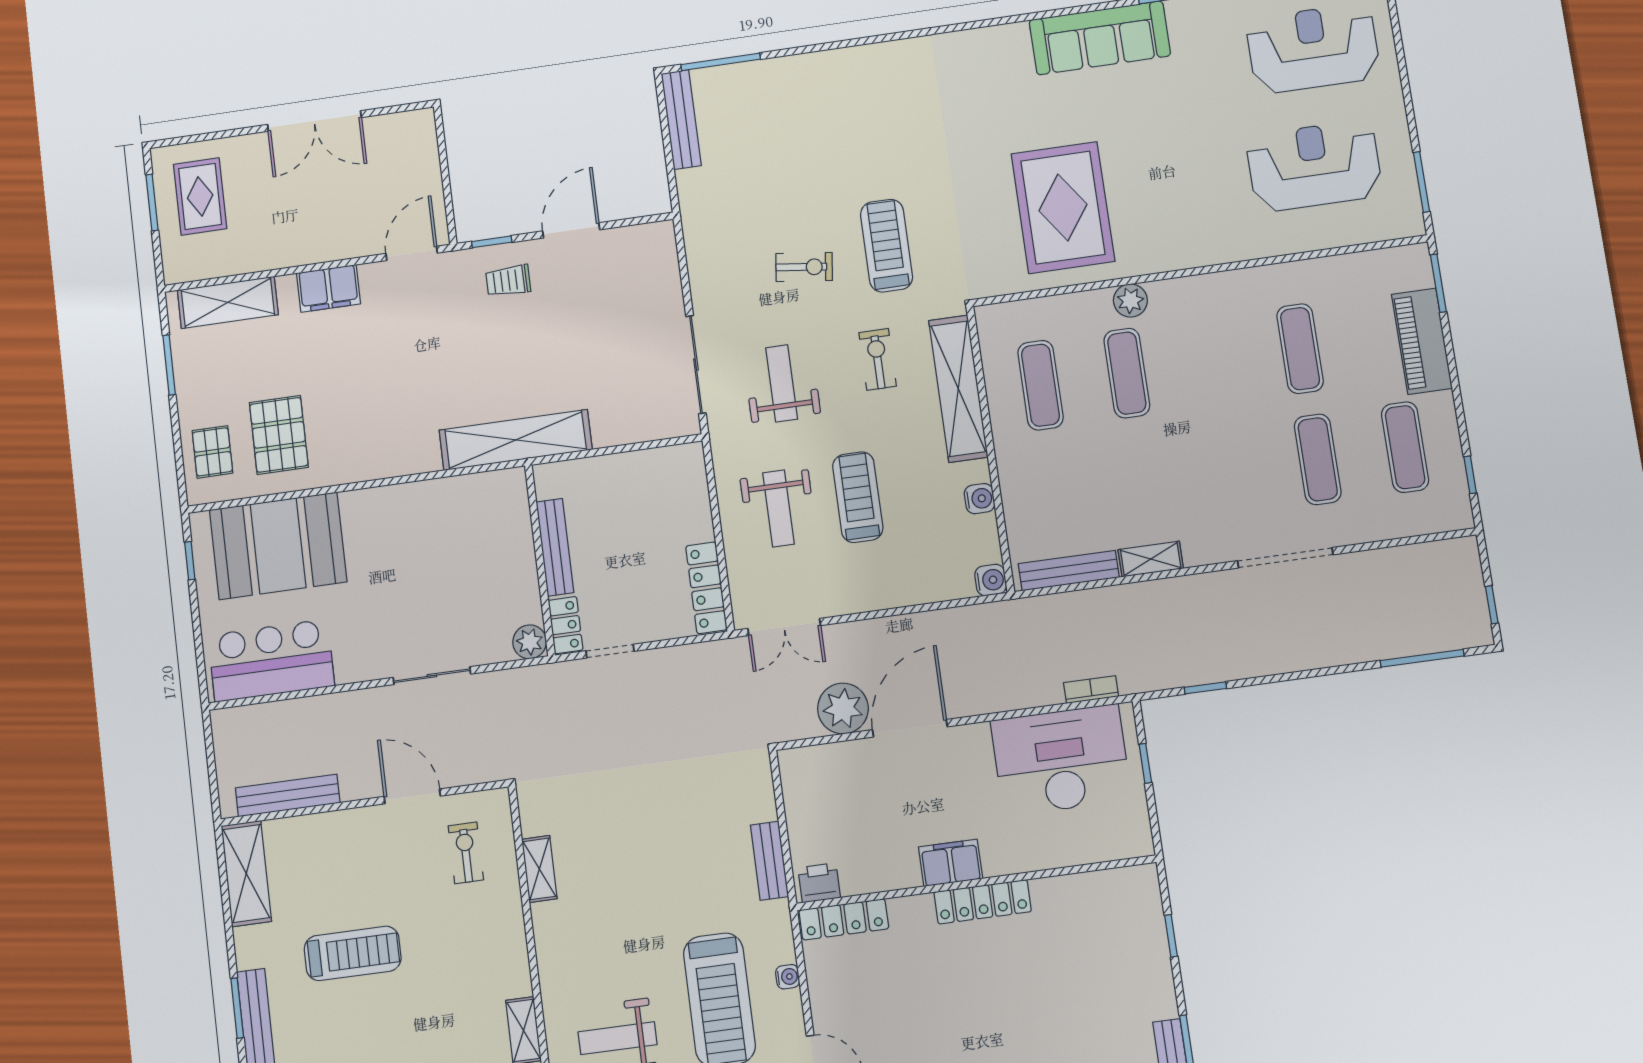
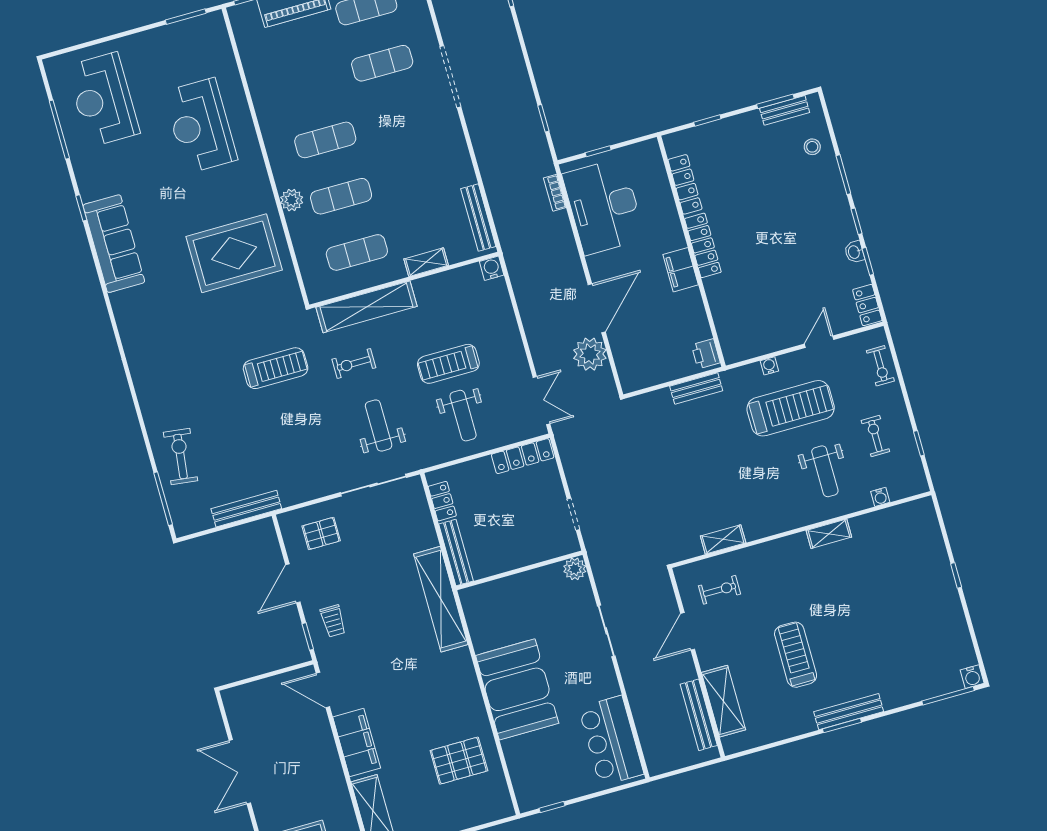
bench: (681, 120) -> (246, 509), moved
double door: (314, 121) -> (240, 772), swing flipped
reception desk: (1314, 166) -> (200, 126), moved
door: (571, 230) -> (293, 583), hinge flipped
treadmill: (887, 246) -> (276, 368), turned 180
exercise bike: (804, 267) -> (181, 457), moved, width x1.38, depth x1.39
filing cabinet: (328, 288) -> (357, 742), width x1.50, depth x1.17
exercise mat: (1300, 349) -> (325, 140), moved
weight bench: (782, 383) -> (379, 426), turned 90
pallet: (212, 452) -> (321, 533), moved
water cooler: (980, 499) -> (438, 283), removed
weight bench: (779, 508) -> (463, 416), turned 90
booth: (278, 546) -> (517, 689), moved
bench: (555, 547) -> (456, 552), moved, turned 90
shelving: (1151, 559) -> (426, 262), moved, turned 90
locker: (566, 625) -> (442, 501), moved, turned 90
door: (910, 728) -> (597, 308), swing flipped
exercise bike: (466, 853) -> (719, 590), turned 180
shelving: (246, 873) -> (723, 701), moved, turned 90
locker: (844, 919) -> (685, 184), moved

